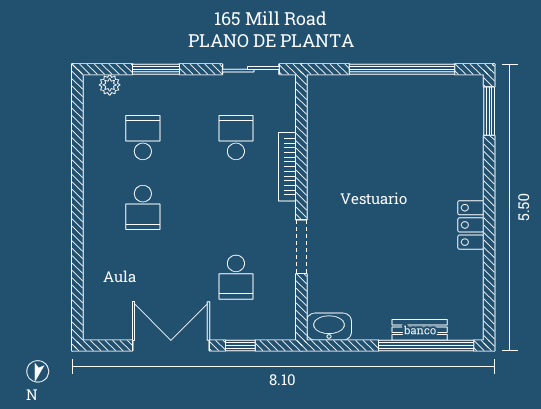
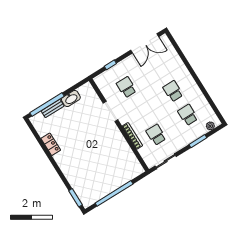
school desk: (143, 138) -> (188, 115), turned 180
school desk: (236, 138) -> (156, 135), turned 180
locker: (471, 225) -> (51, 144), moved
washbasin: (329, 327) -> (71, 98), moved
double door: (171, 345) -> (145, 43), moved

